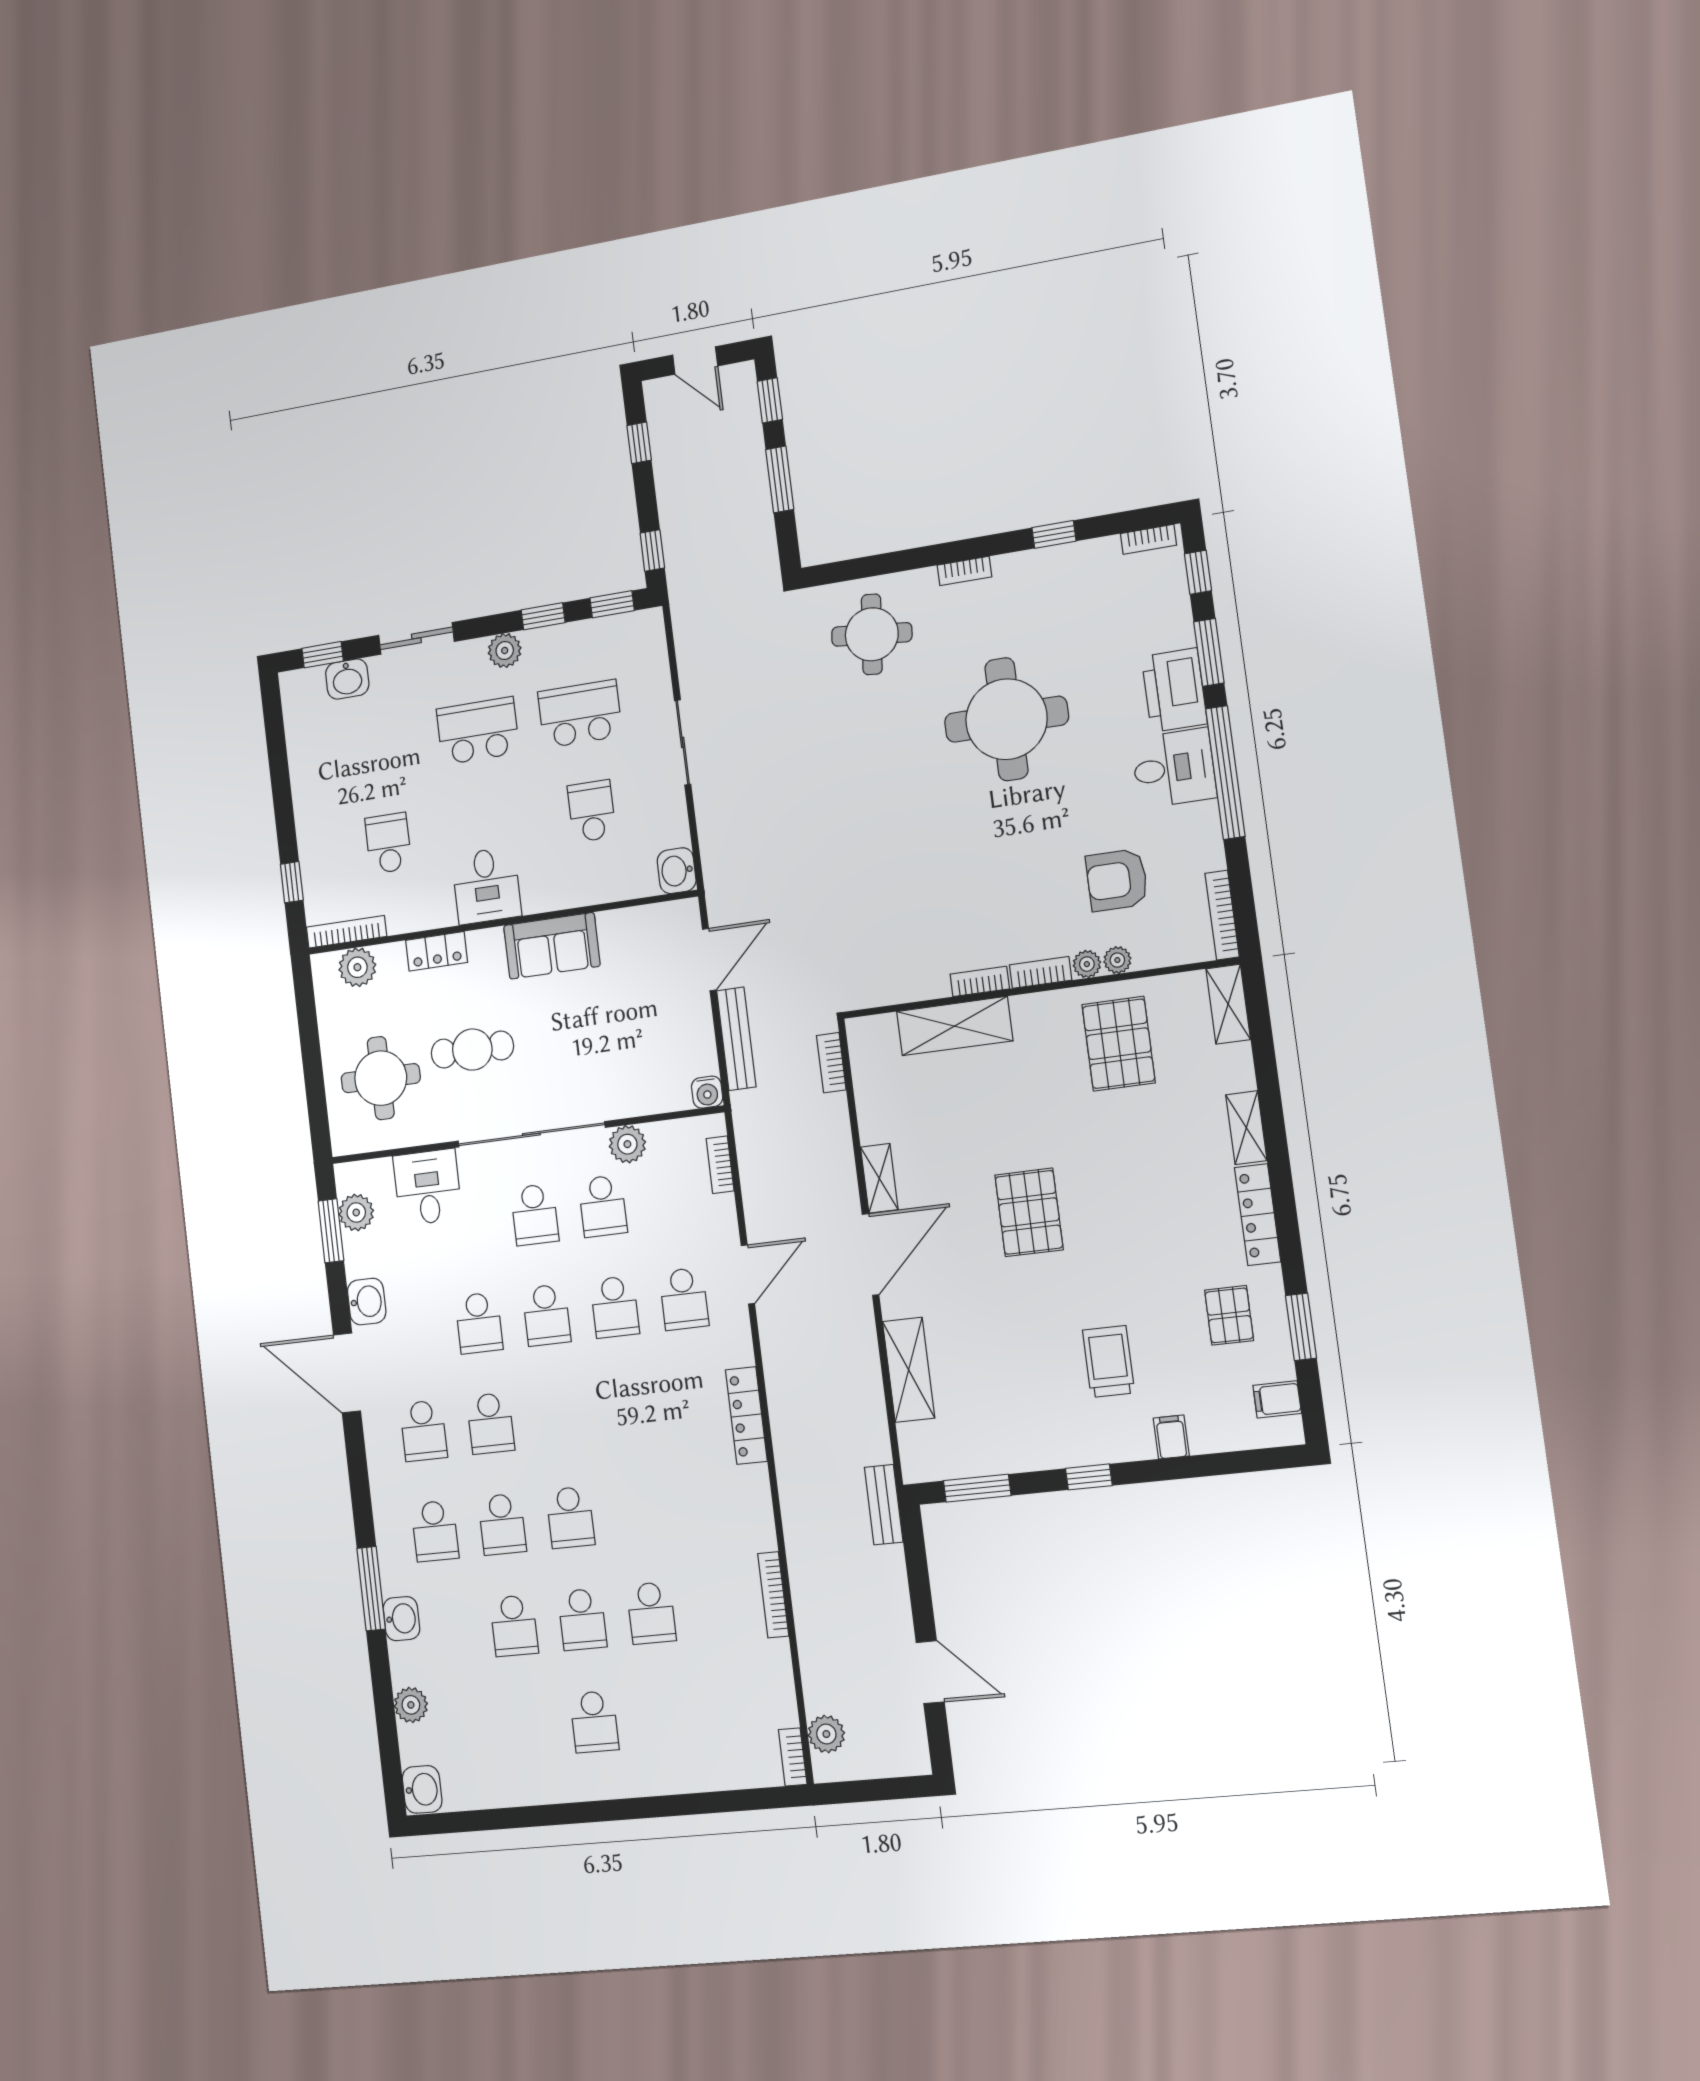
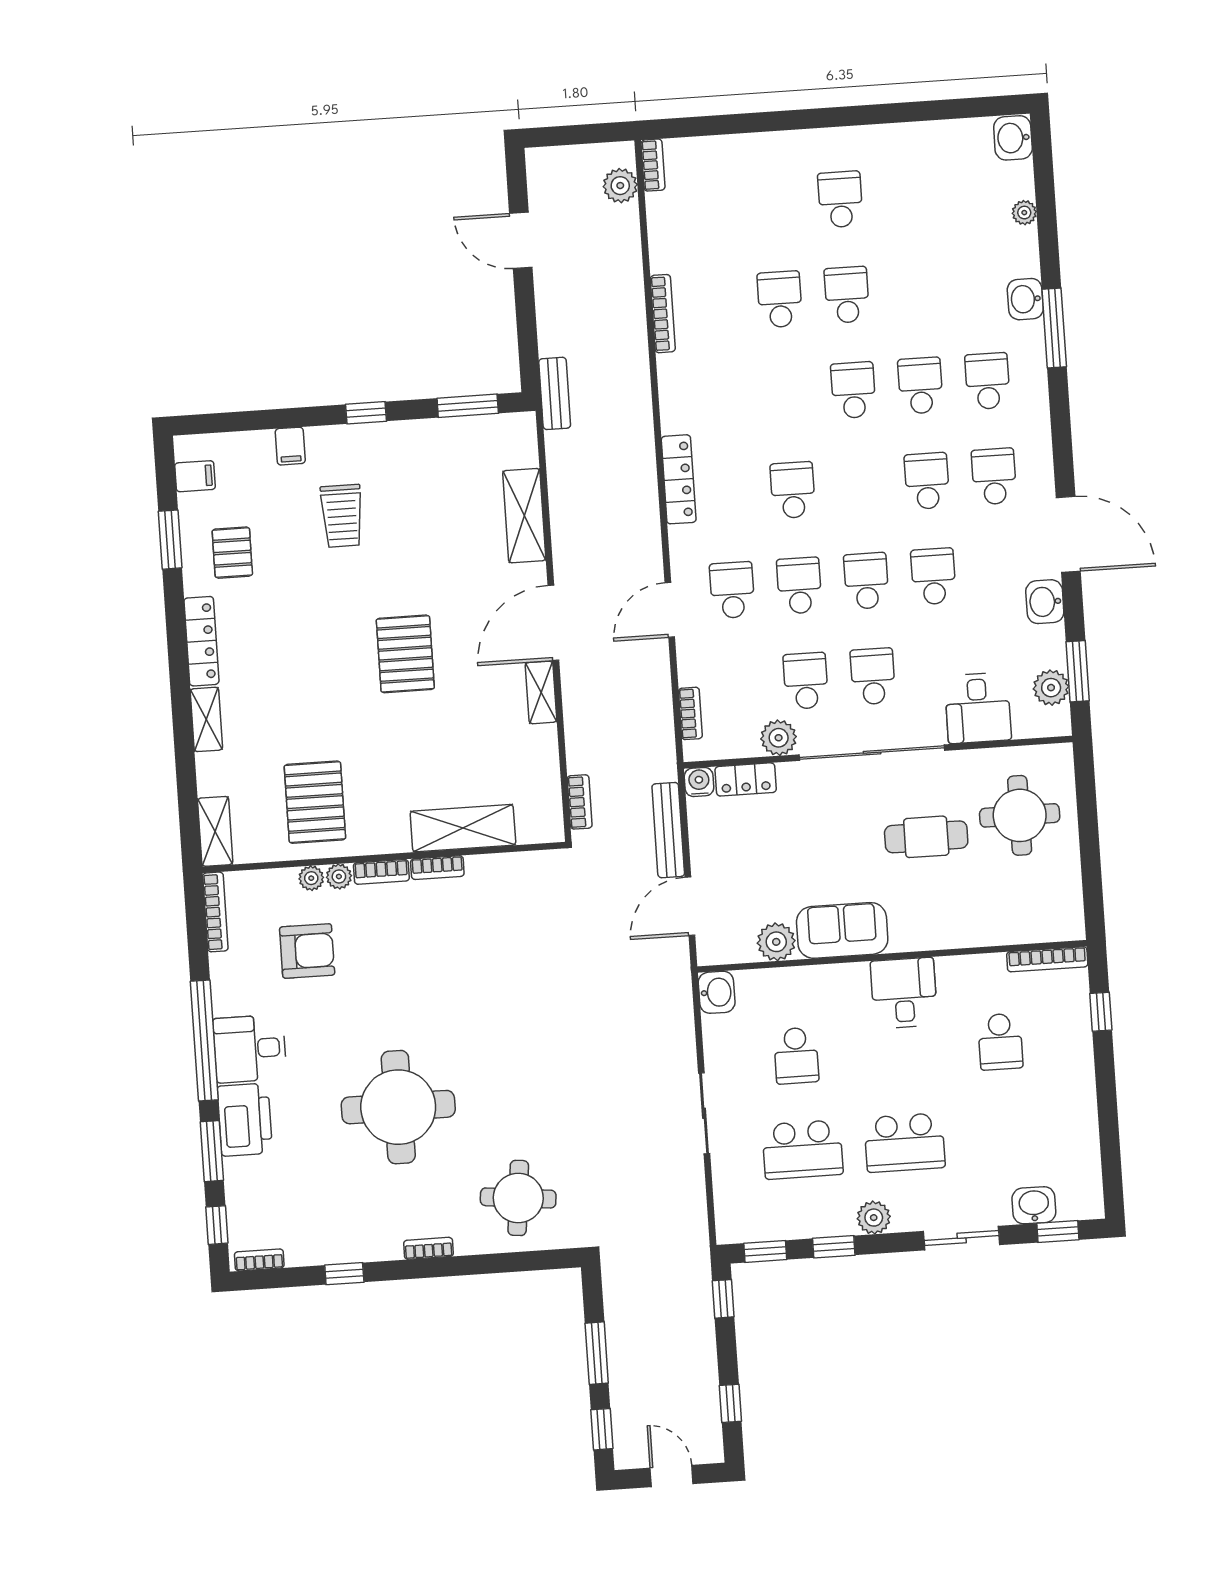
locker: (437, 951) -> (746, 779), moved, turned 180
plant: (357, 967) -> (776, 942), moved
school desk: (514, 1626) -> (793, 490), moved
plant: (411, 1705) -> (1024, 213), width x0.73, depth x0.73

